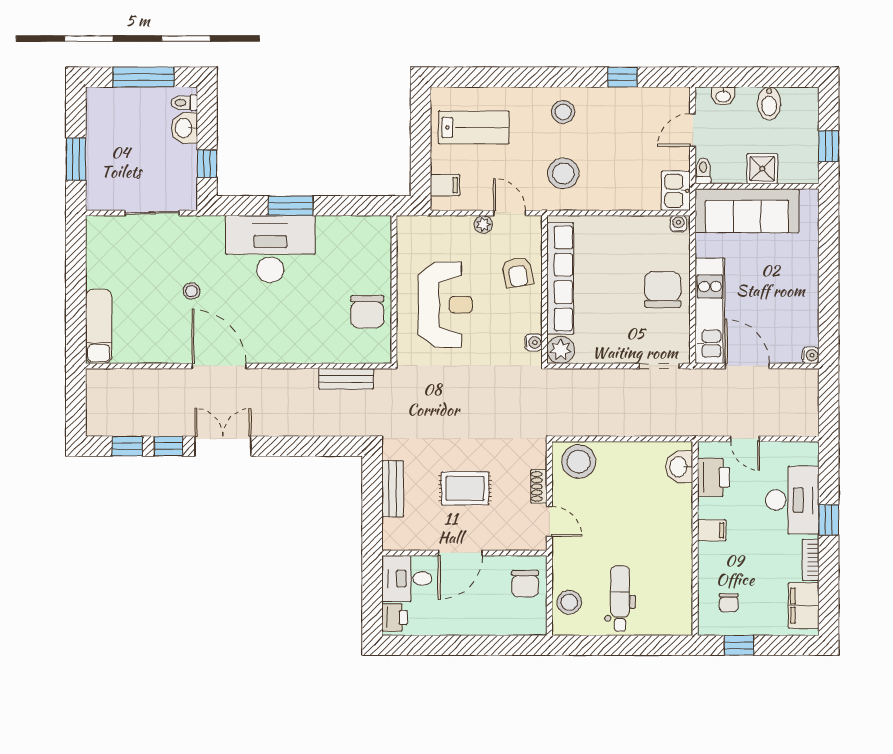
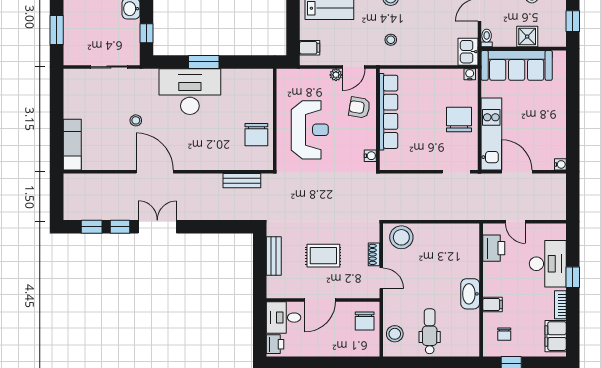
stool: (563, 173) -> (391, 40), width x0.53, depth x0.53
door: (510, 213) -> (354, 67), swing flipped
armchair: (518, 272) -> (359, 108), turned 110
plant: (561, 350) -> (389, 161), removed
washbasin: (679, 467) -> (470, 294), moved, width x1.38
filing cabinet: (712, 530) -> (493, 305), moved

